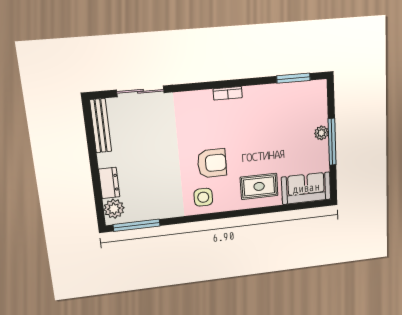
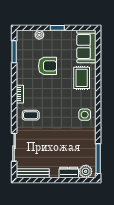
coffee table: (195, 114) -> (31, 115), added
plant: (321, 133) -> (39, 35), moved
window: (332, 142) -> (57, 28), width x0.46
armchair: (212, 163) -> (47, 66), moved, turned 90

